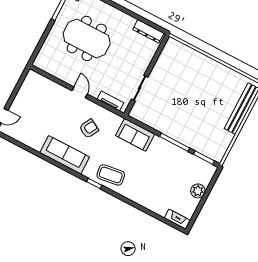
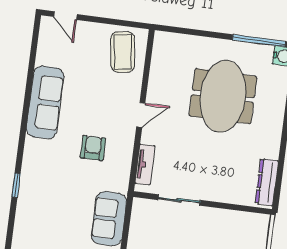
armchair: (89, 129) -> (93, 148), turned -119
sofa: (65, 155) -> (45, 102), moved
coffee table: (111, 175) -> (123, 52), moved

